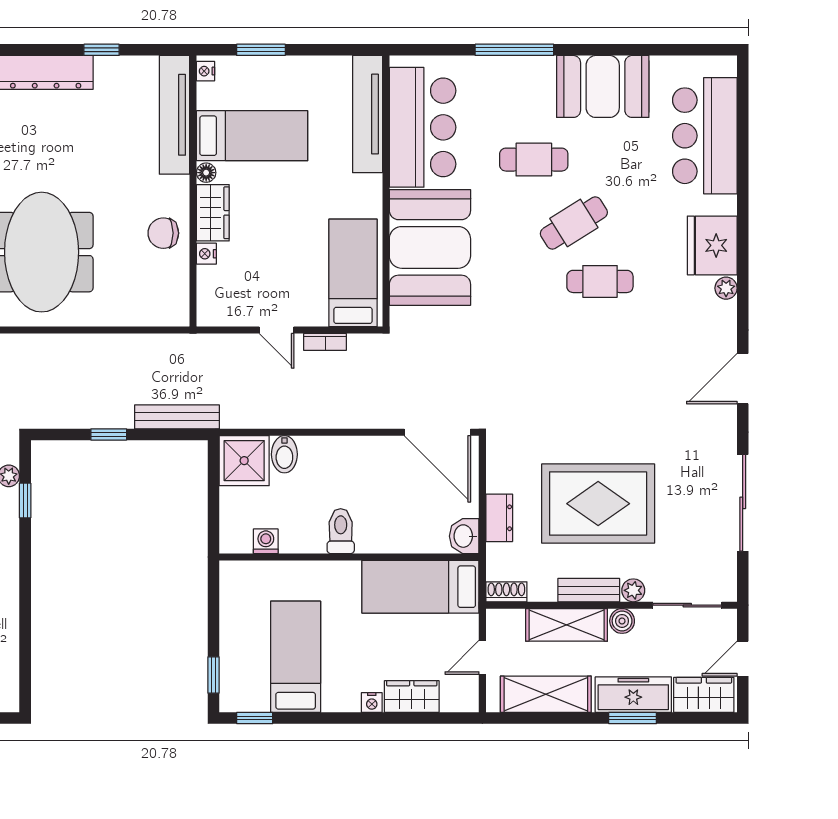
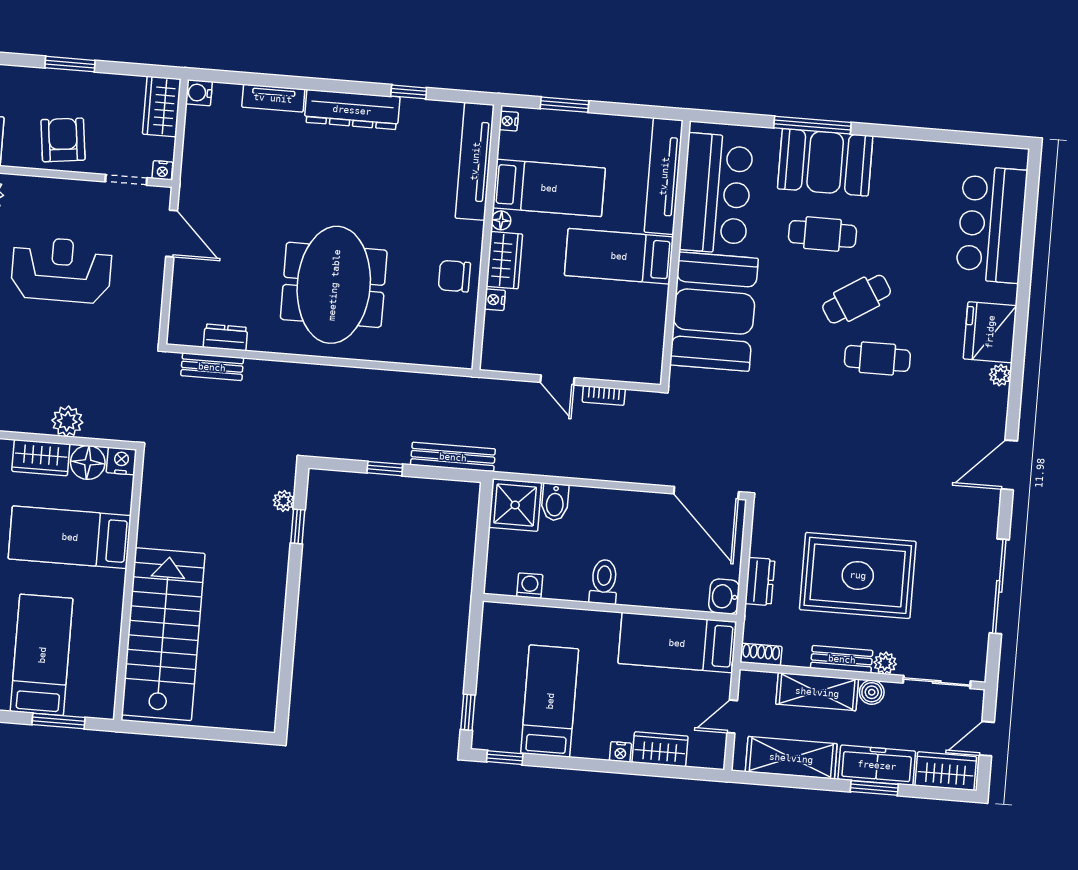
booth: (603, 86) -> (825, 162), moved
bed: (353, 273) -> (619, 256), moved, turned -90

